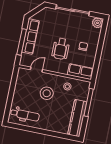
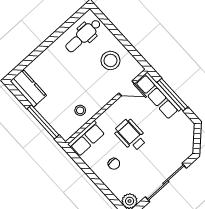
row of seats: (31, 37) -> (158, 96), moved
door: (36, 70) -> (127, 88), hinge flipped
stool: (47, 93) -> (110, 60), moved
kitchen counter: (77, 118) -> (28, 88), width x0.67

